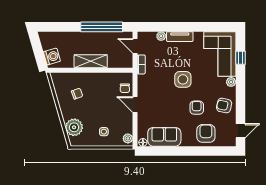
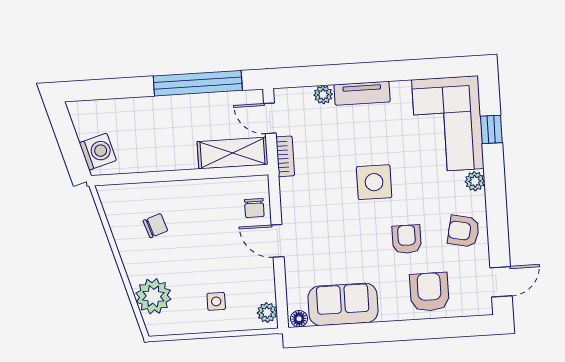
shelving: (91, 61) -> (233, 153), moved

